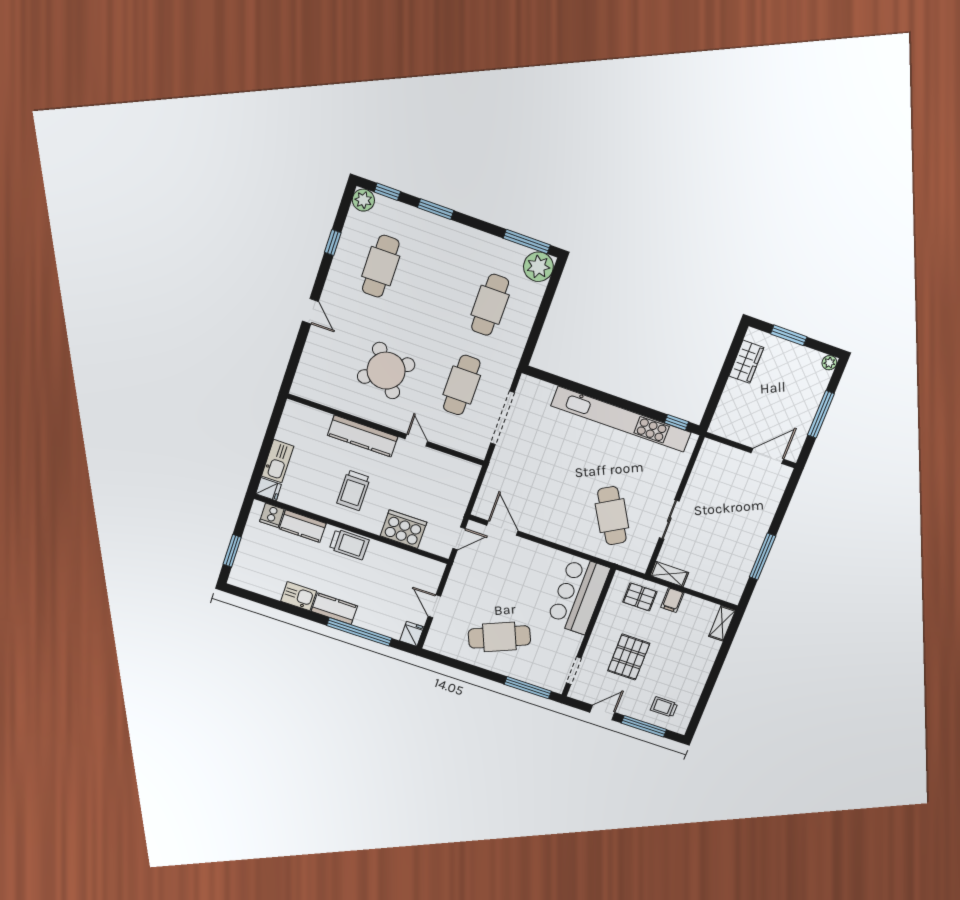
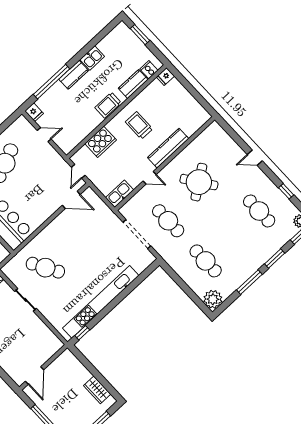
window: (527, 242) -> (249, 282), moved
kitchen sink: (278, 461) -> (120, 194), moved, turned 90

